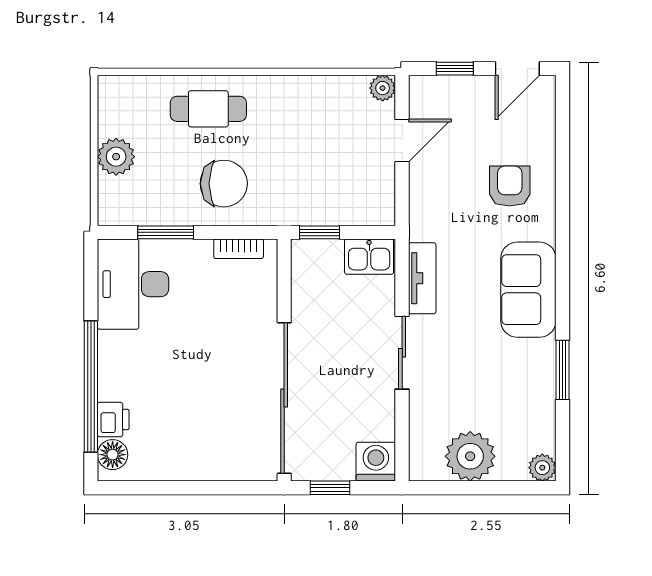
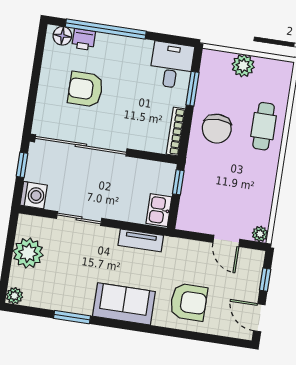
armchair: (510, 186) -> (189, 302), width x1.38, depth x1.38
bookcase: (239, 249) -> (176, 131), width x1.56
desk: (133, 284) -> (172, 65), width x0.73
sliding door: (402, 353) -> (79, 218), moved
armchair: (193, 404) -> (85, 89), added

